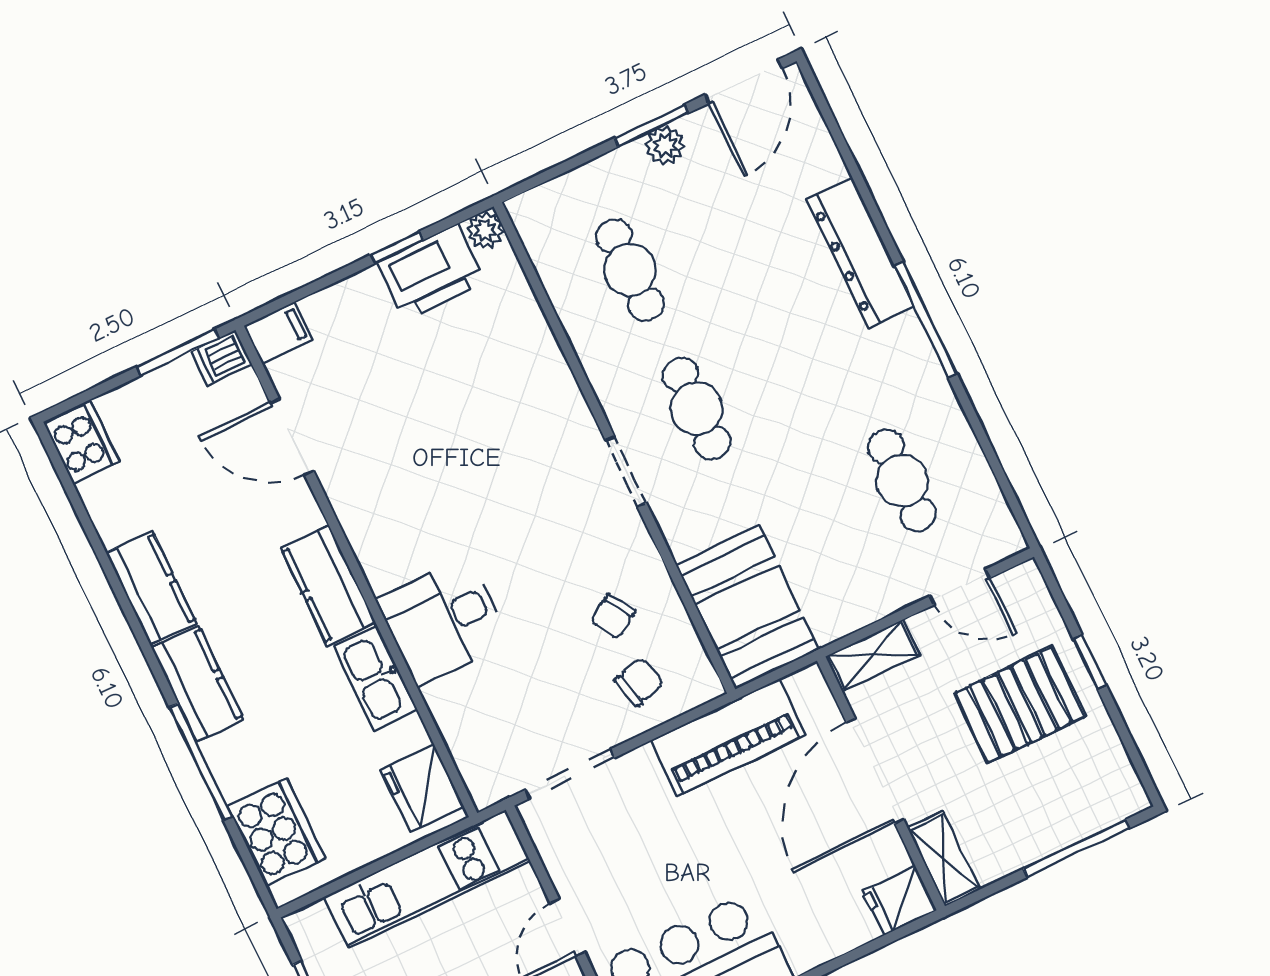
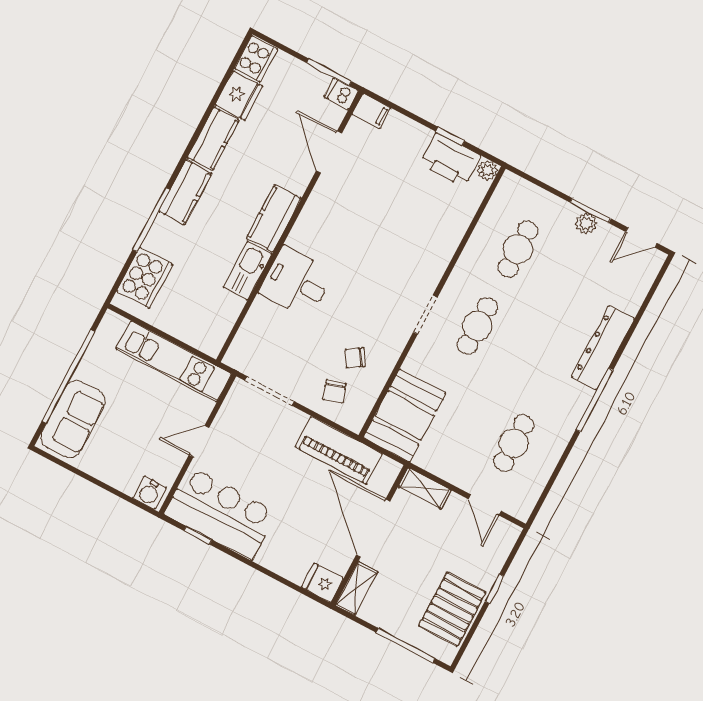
door: (744, 81) -> (641, 237), width x0.73
chair: (639, 682) -> (334, 391), turned 88
pallet: (1020, 705) -> (452, 609), moved, turned 90
door: (875, 771) -> (373, 528), hinge flipped
fridge: (422, 788) -> (239, 95), moved, turned 180

